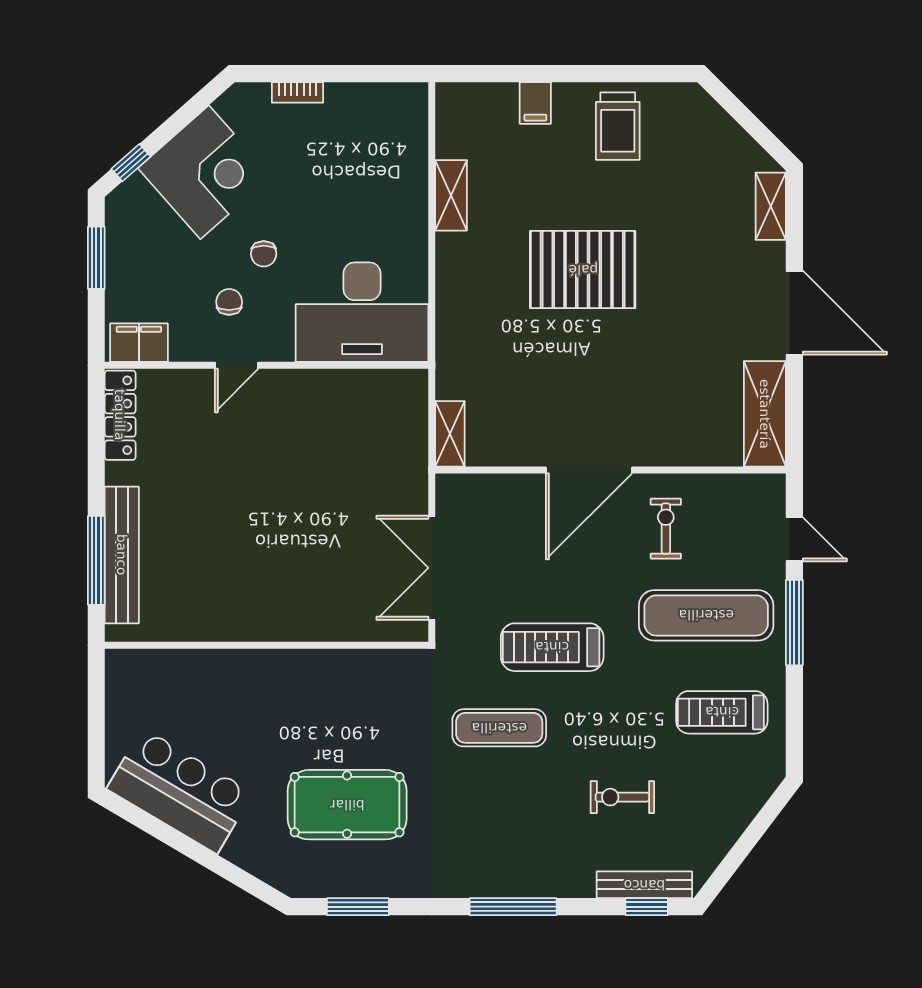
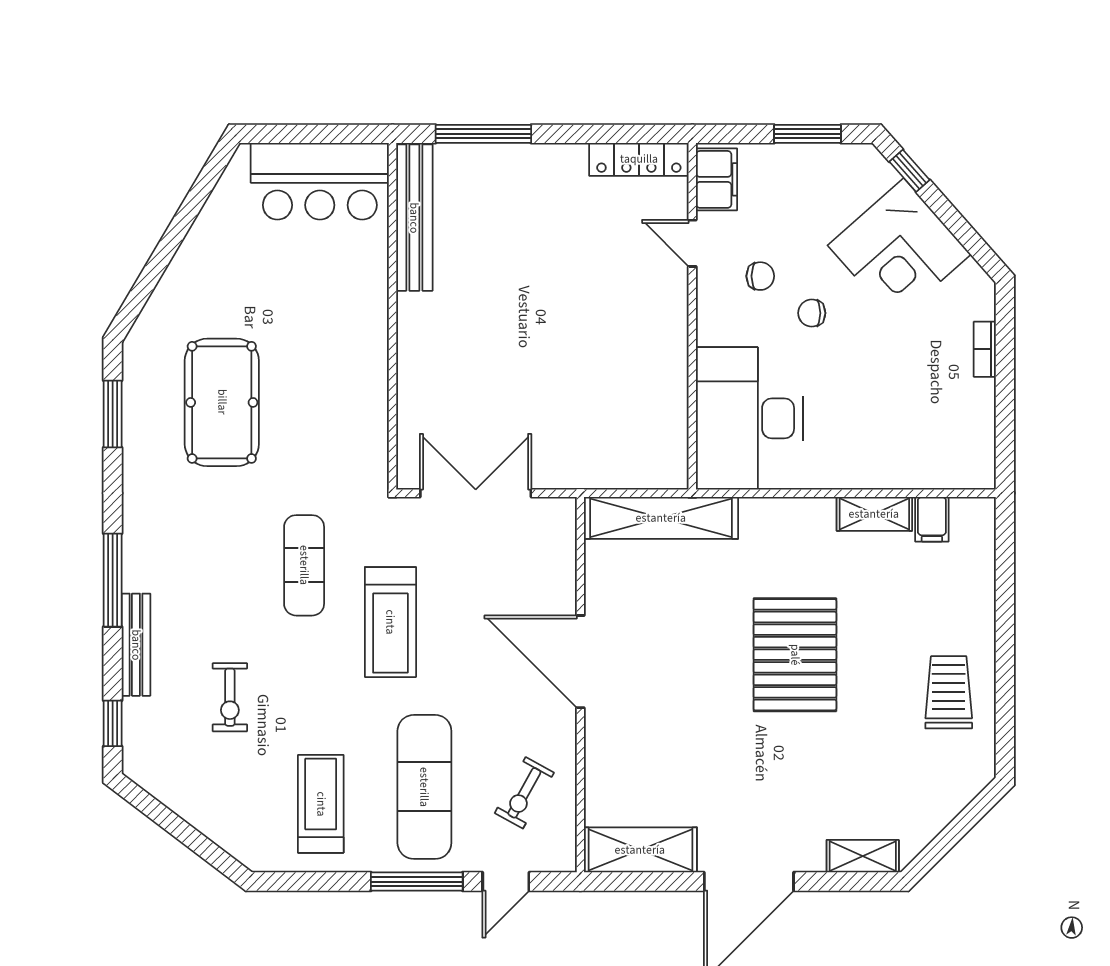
filing cabinet: (535, 103) -> (932, 519), moved, turned -90
trolley: (618, 126) -> (949, 692), turned 90
door: (237, 365) -> (692, 243), moved
shelving: (450, 434) -> (661, 518), width x2.20, depth x1.33
exercise bike: (666, 529) -> (524, 793), moved, turned 119
bench: (122, 555) -> (414, 218), moved, turned 90
treadmill: (552, 647) -> (390, 622), turned 180
bar counter: (180, 791) -> (320, 181), moved, turned 59
exercise bike: (622, 797) -> (230, 697), turned 180
bench: (644, 885) -> (136, 645), moved

